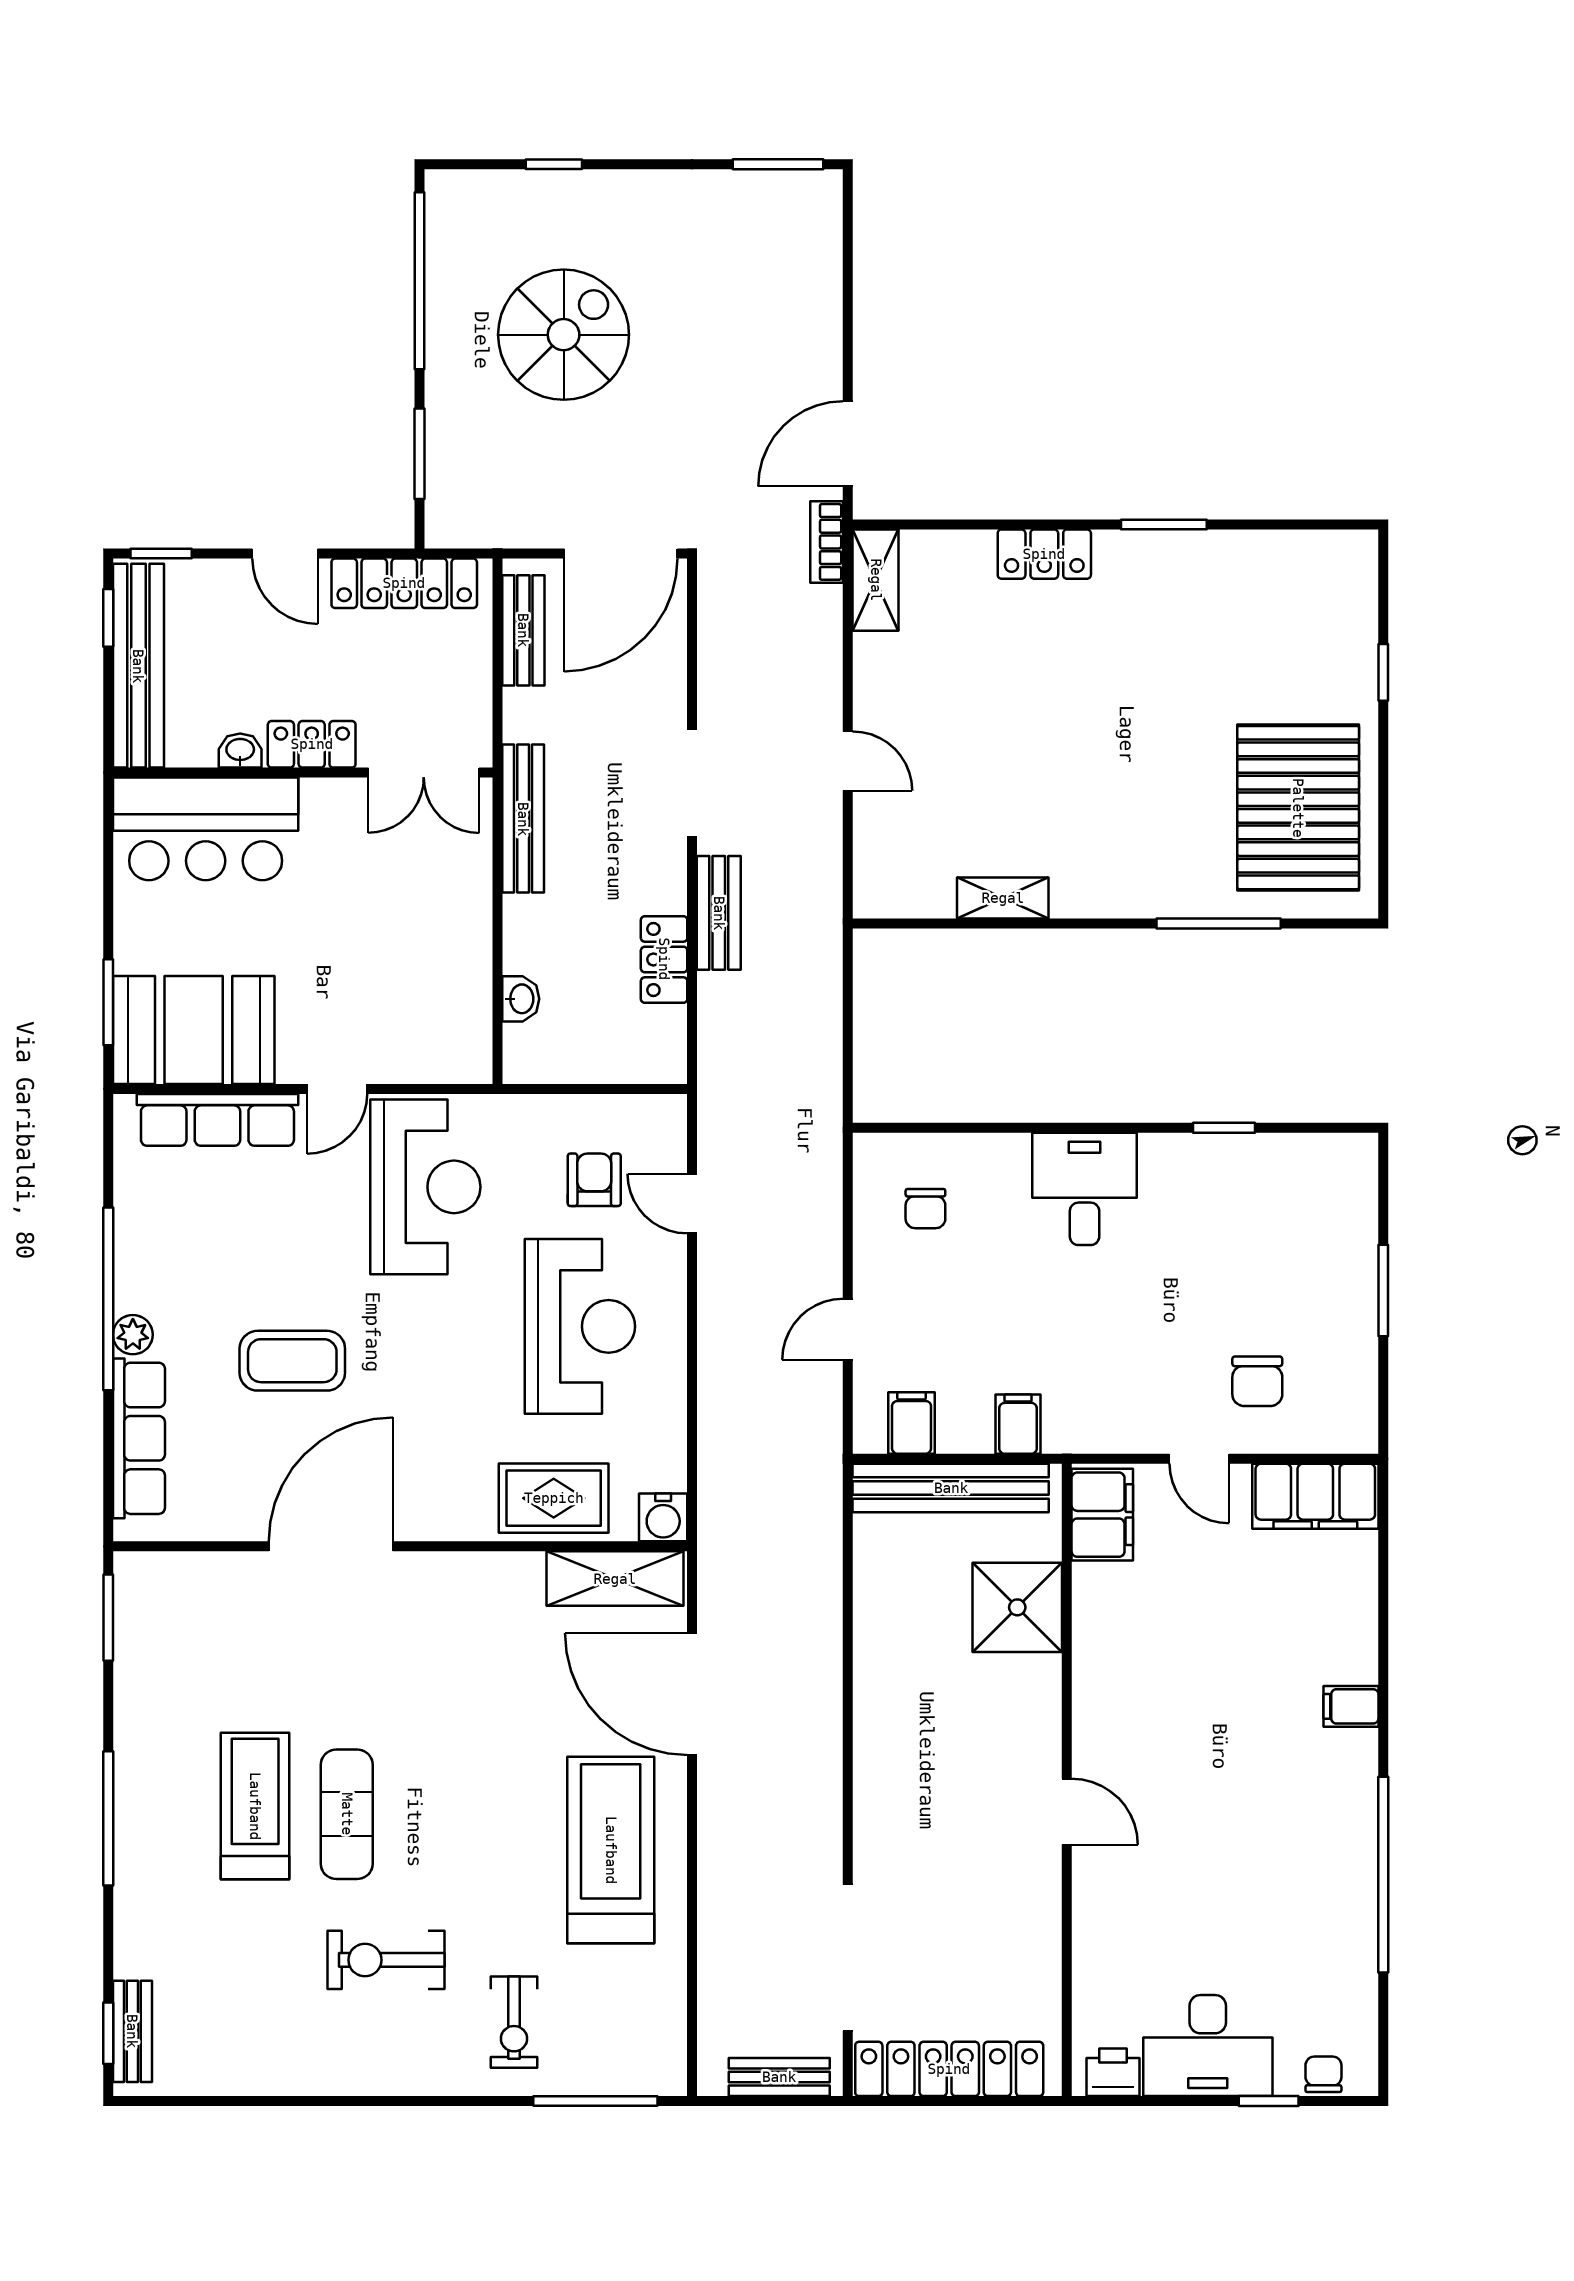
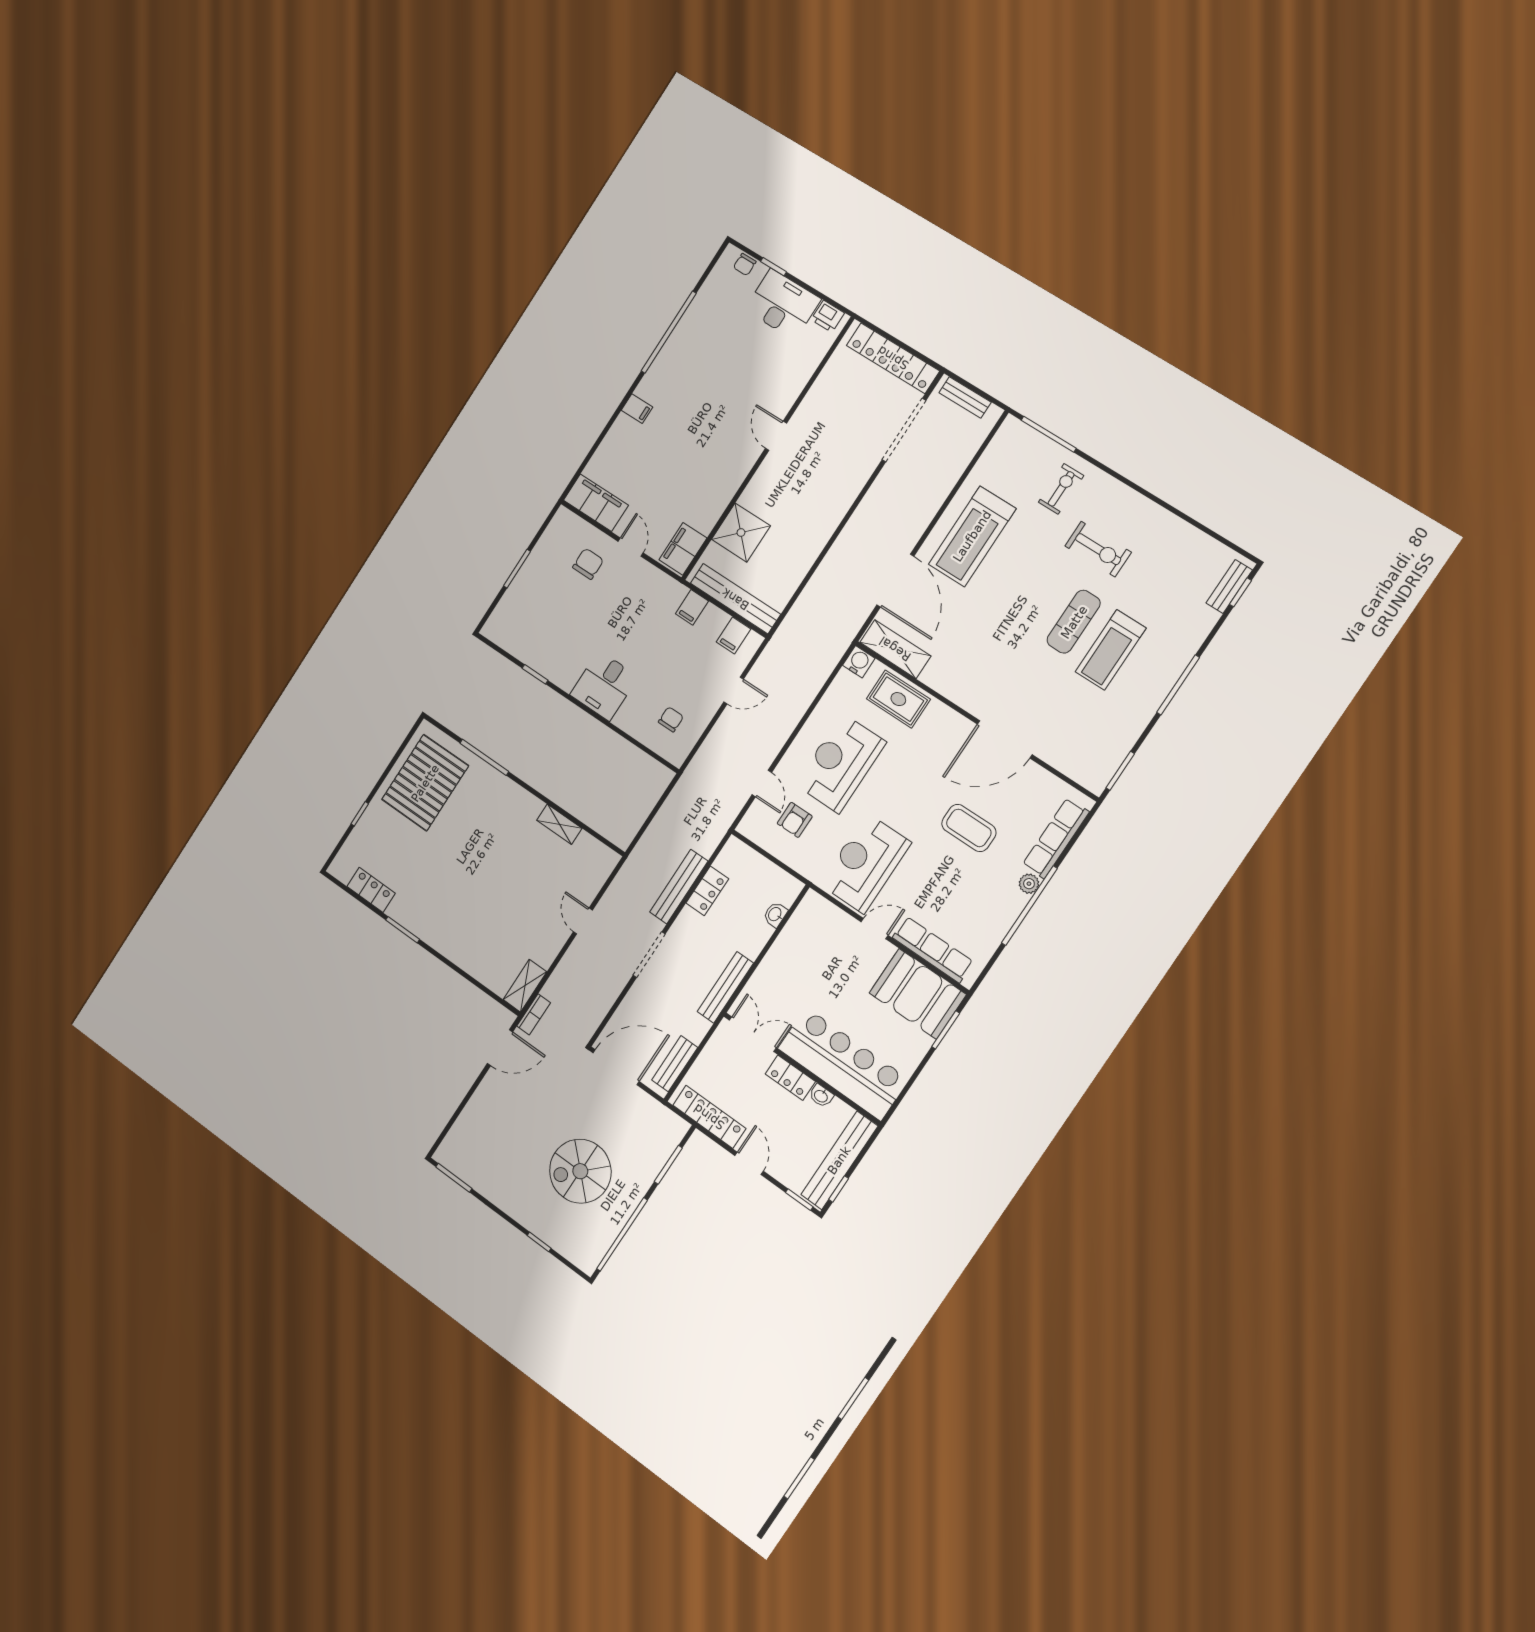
locker: (1044, 554) -> (371, 890), moved
bar counter: (206, 829) -> (843, 1064), width x1.36
bench: (719, 913) -> (679, 887), width x1.36

